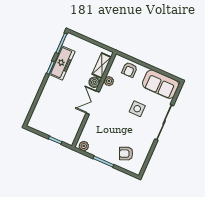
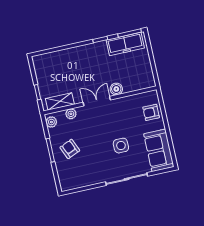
freezer: (62, 63) -> (125, 44), moved
shelving: (102, 66) -> (60, 101), moved
plant: (109, 81) -> (71, 114), moved
armchair: (126, 154) -> (70, 149), moved

